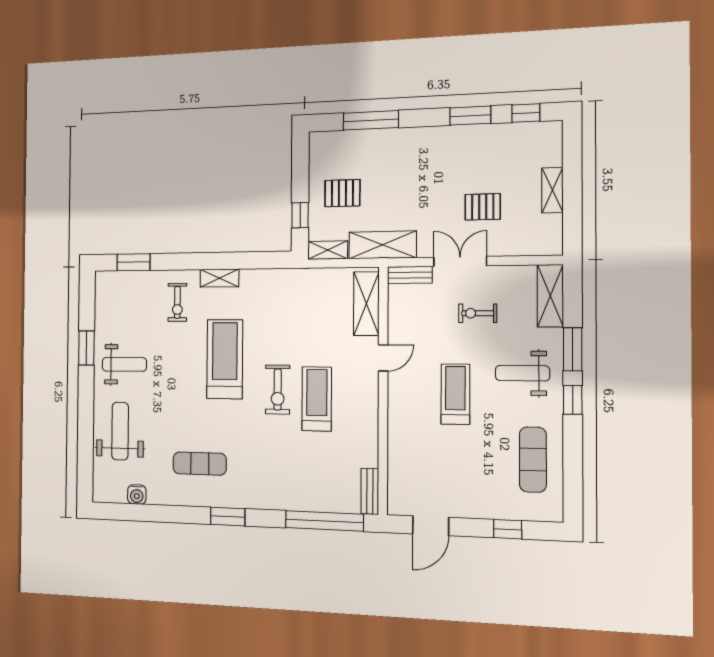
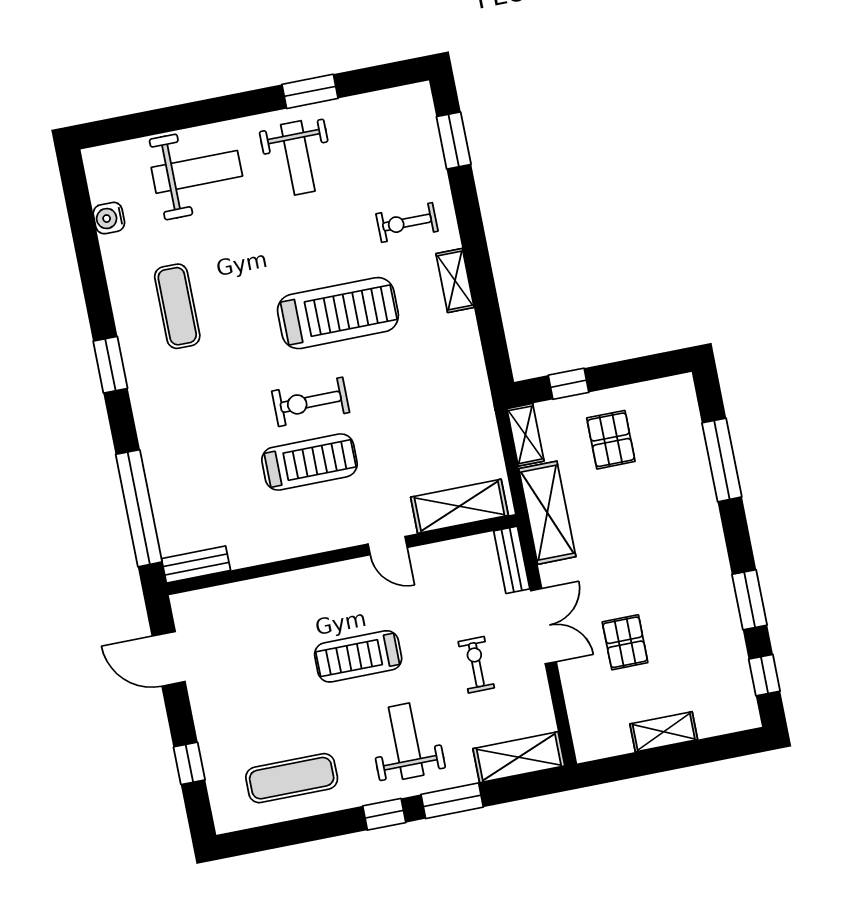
treadmill: (455, 394) -> (358, 656), turned 180

